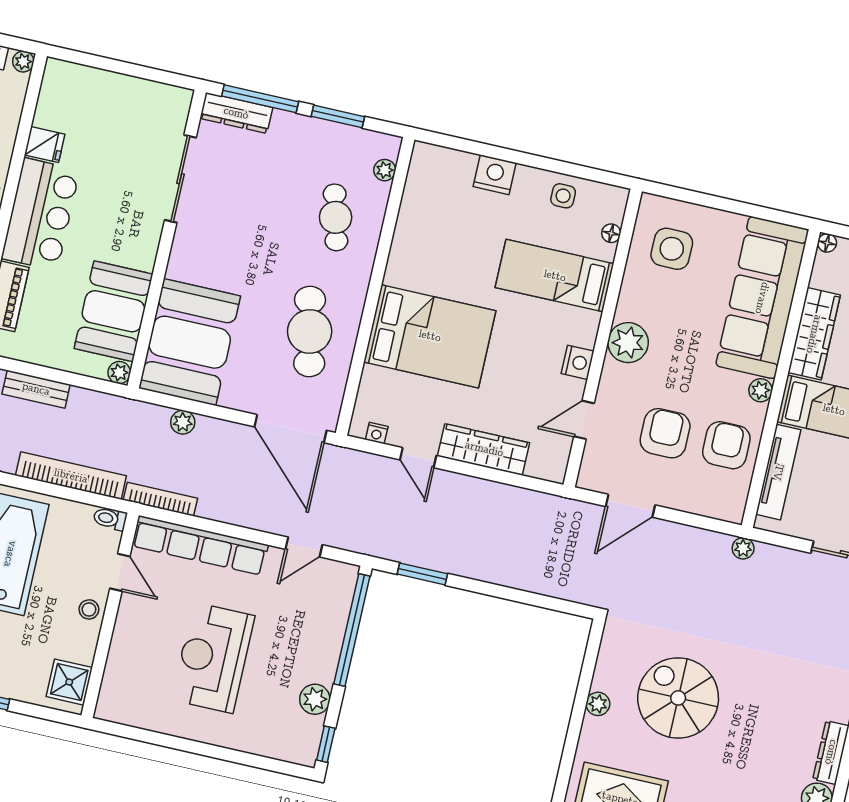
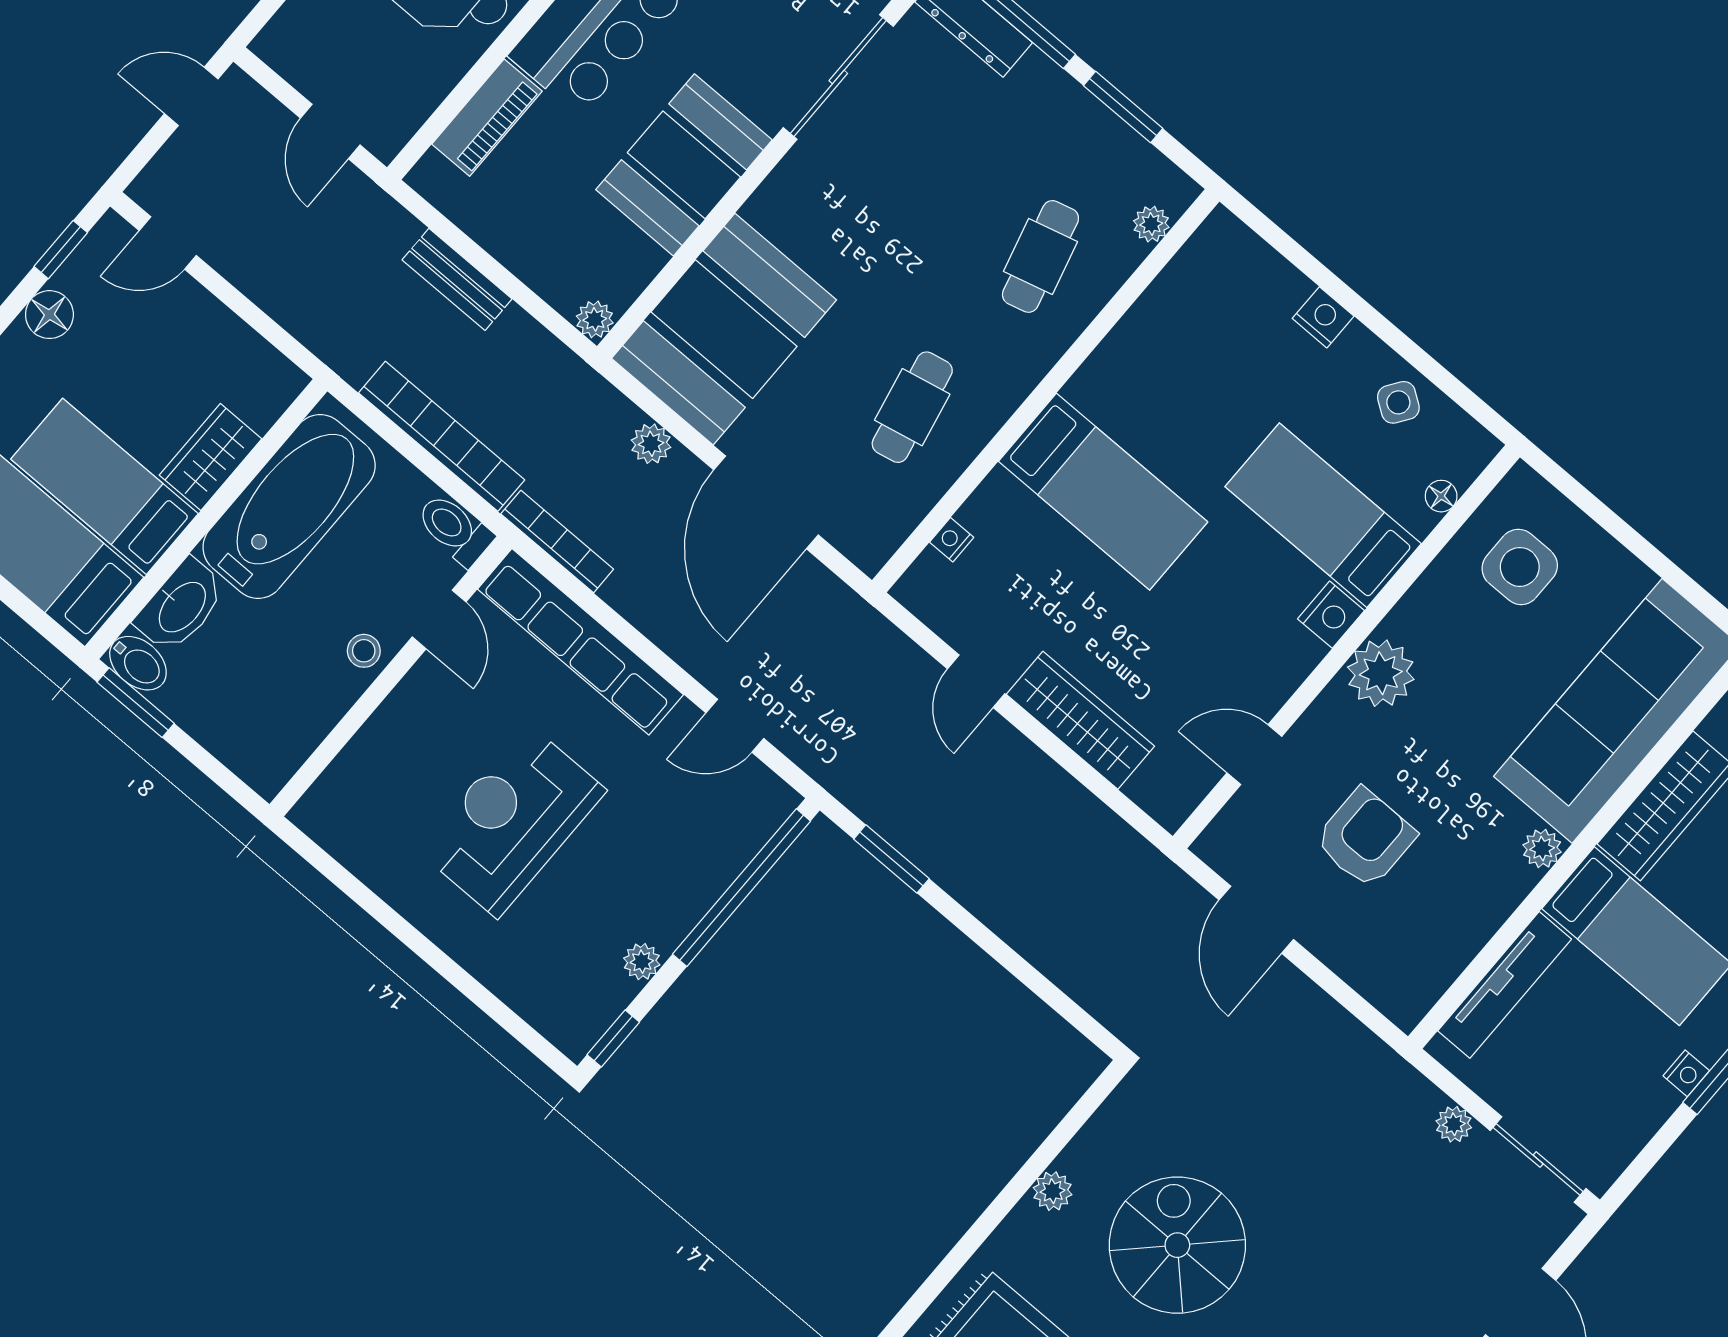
nightstand: (495, 175) -> (1323, 317), width x0.74, depth x0.75
side table: (563, 196) -> (1398, 402), turned 35
booth: (114, 311) -> (684, 165), moved
cafe table: (310, 331) -> (912, 407), width x0.73, depth x0.74
bed: (430, 336) -> (1103, 492), width x0.67
nightstand: (578, 362) -> (1331, 615), moved
door: (290, 429) -> (766, 502), moved
nightstand: (377, 433) -> (952, 540), moved, turned 90
armchair: (726, 445) -> (1448, 904), removed
door: (630, 506) -> (1256, 920), hinge flipped
toilet: (110, 519) -> (455, 529), width x1.37, depth x1.39
plant: (743, 548) -> (1454, 1124), moved
shower: (69, 682) -> (277, 744), removed
plant: (315, 699) -> (642, 962), width x0.73, depth x0.73

